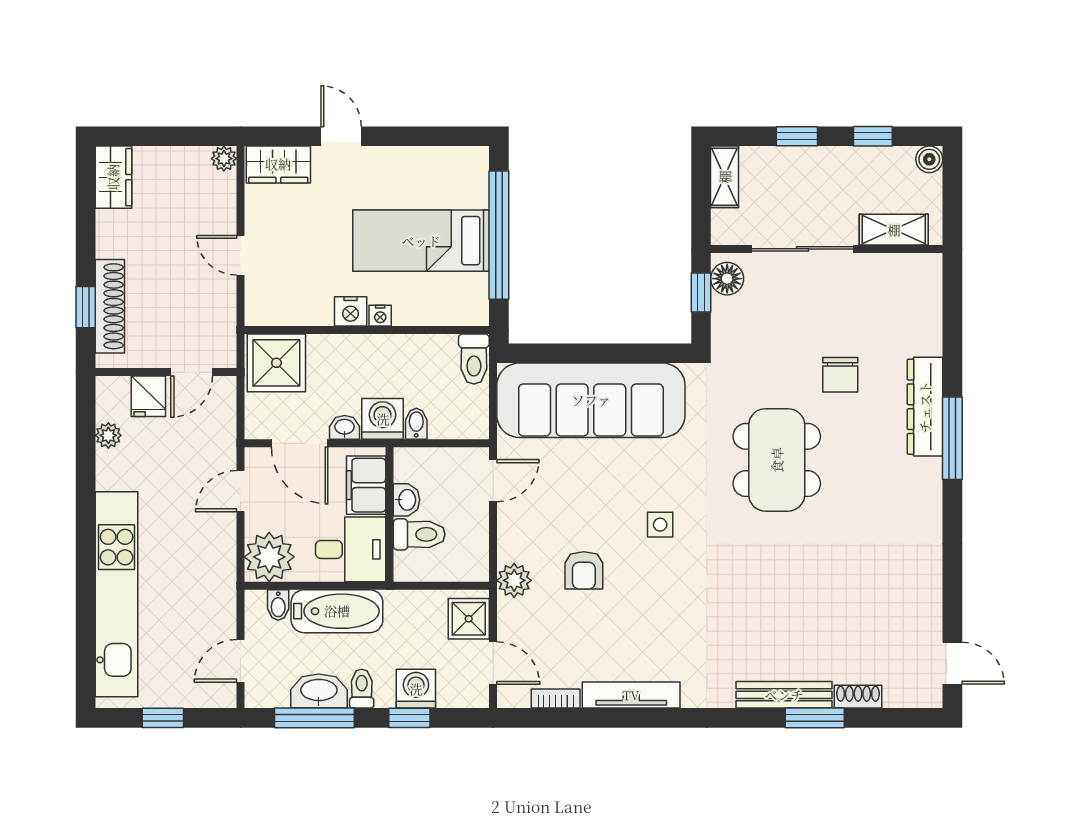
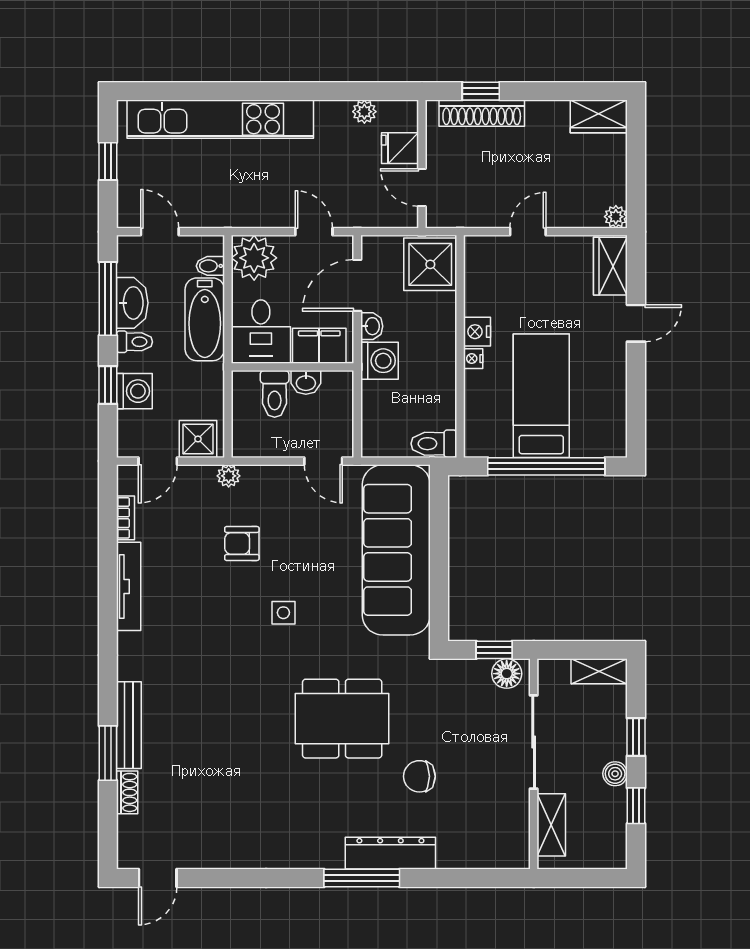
boiler: (929, 159) -> (615, 774), moved
bidet: (416, 424) -> (375, 391), removed
plant: (514, 580) -> (229, 476), width x0.73, depth x0.73

